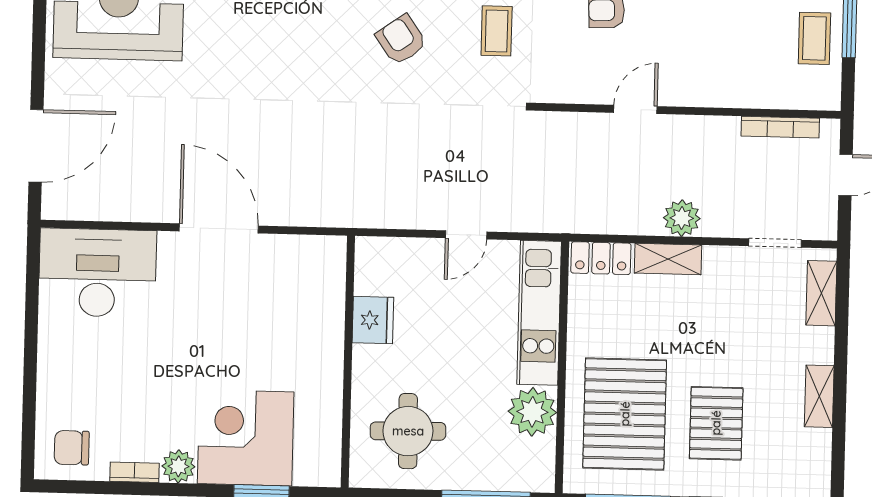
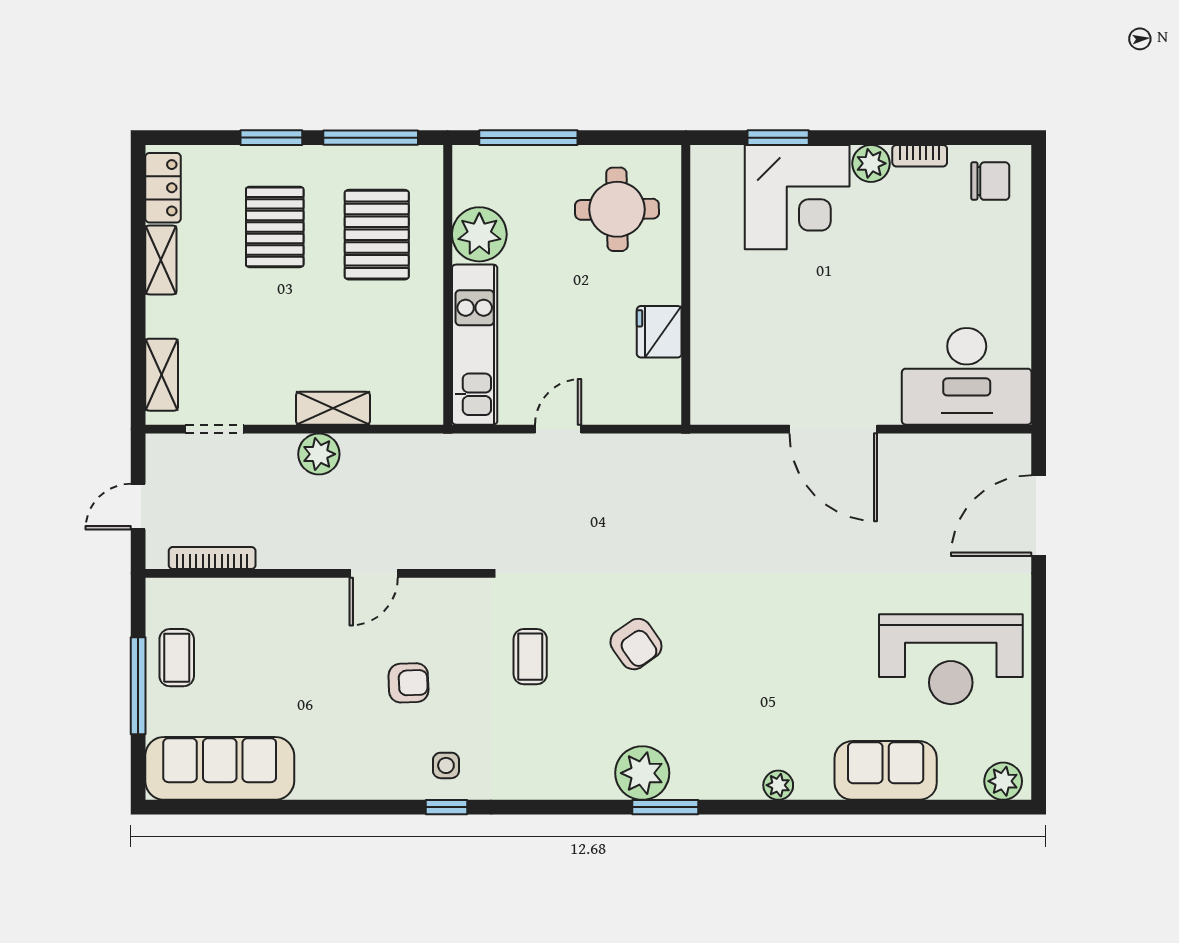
locker: (601, 258) -> (163, 188), moved, turned 90
pallet: (625, 414) -> (377, 235), width x0.73, depth x0.71

